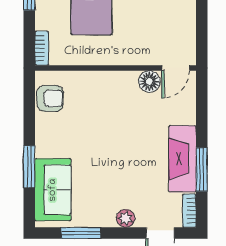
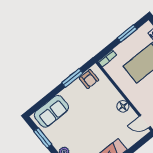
floor lamp: (149, 81) -> (123, 106), moved
window: (29, 167) -> (72, 78), moved

